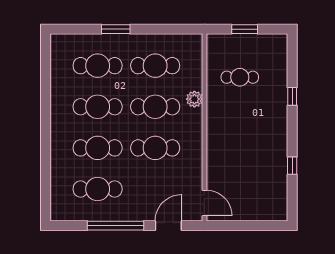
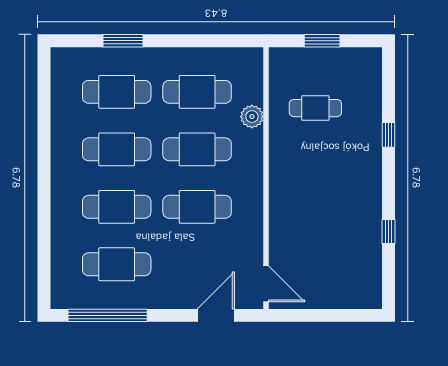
window: (116, 29) -> (123, 41), moved
plant: (194, 99) -> (252, 117), moved
window: (115, 226) -> (108, 315), moved

